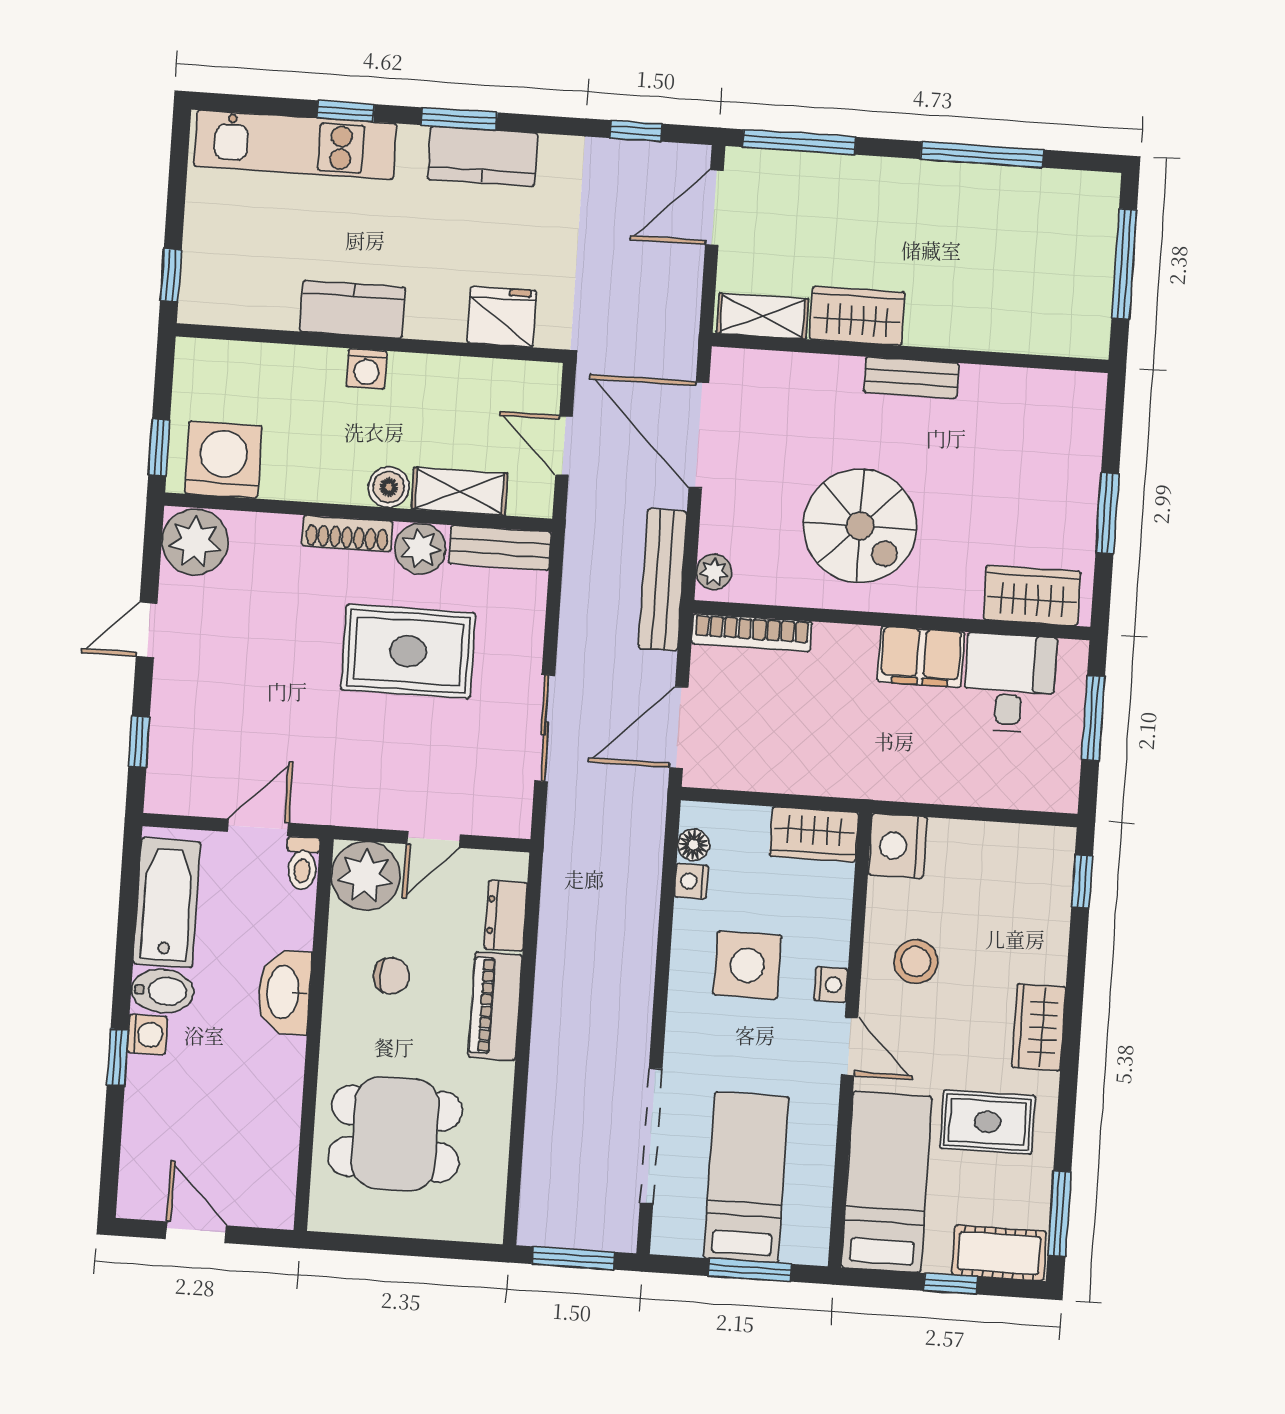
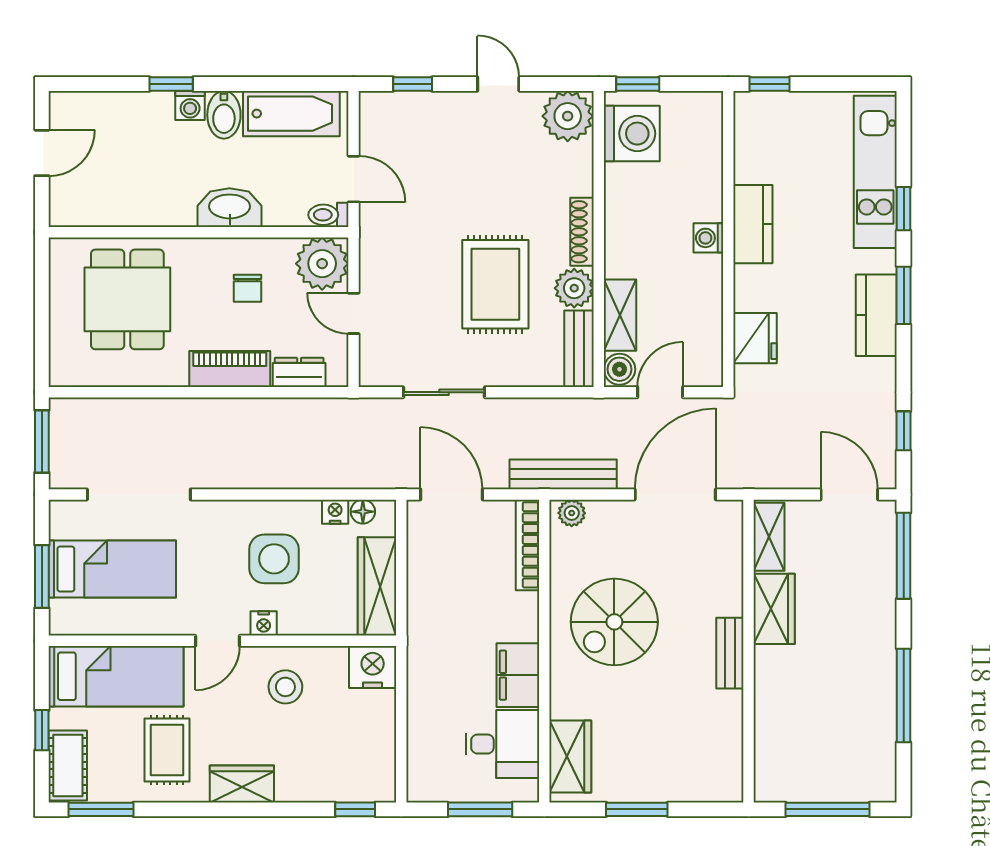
boiler: (389, 487) -> (619, 369), moved
wardrobe: (814, 834) -> (377, 586), width x1.50

